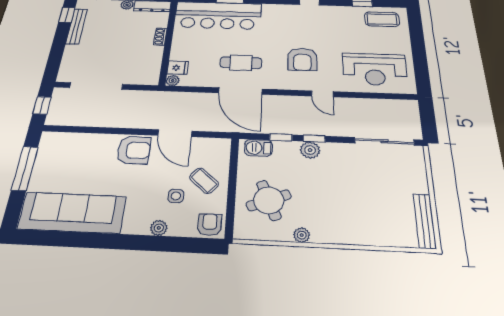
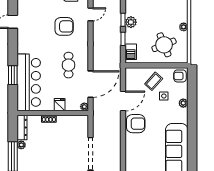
fridge: (178, 68) -> (60, 105), moved
door: (240, 91) -> (91, 84), moved
armchair: (134, 150) -> (136, 124), turned 90

